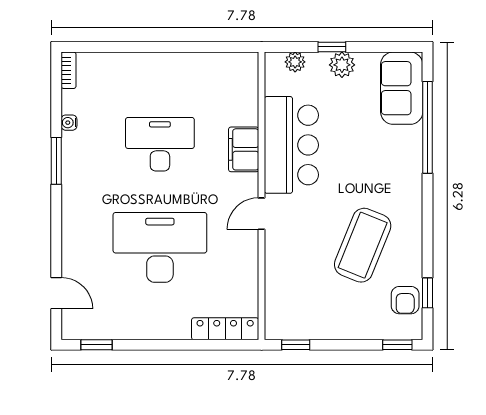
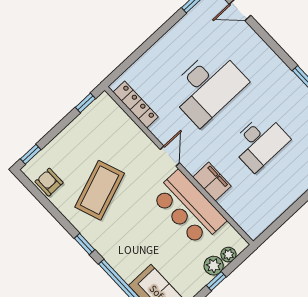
plant: (342, 65) -> (214, 266), moved
coffee table: (363, 245) -> (100, 190), turned 48
window: (428, 293) -> (85, 244), moved
locker: (225, 329) -> (136, 105), moved, turned -90

